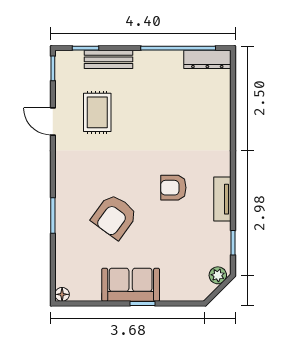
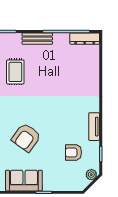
bench: (109, 59) -> (37, 39), moved
armchair: (173, 188) -> (73, 152), moved
sofa: (131, 285) -> (24, 181), moved

